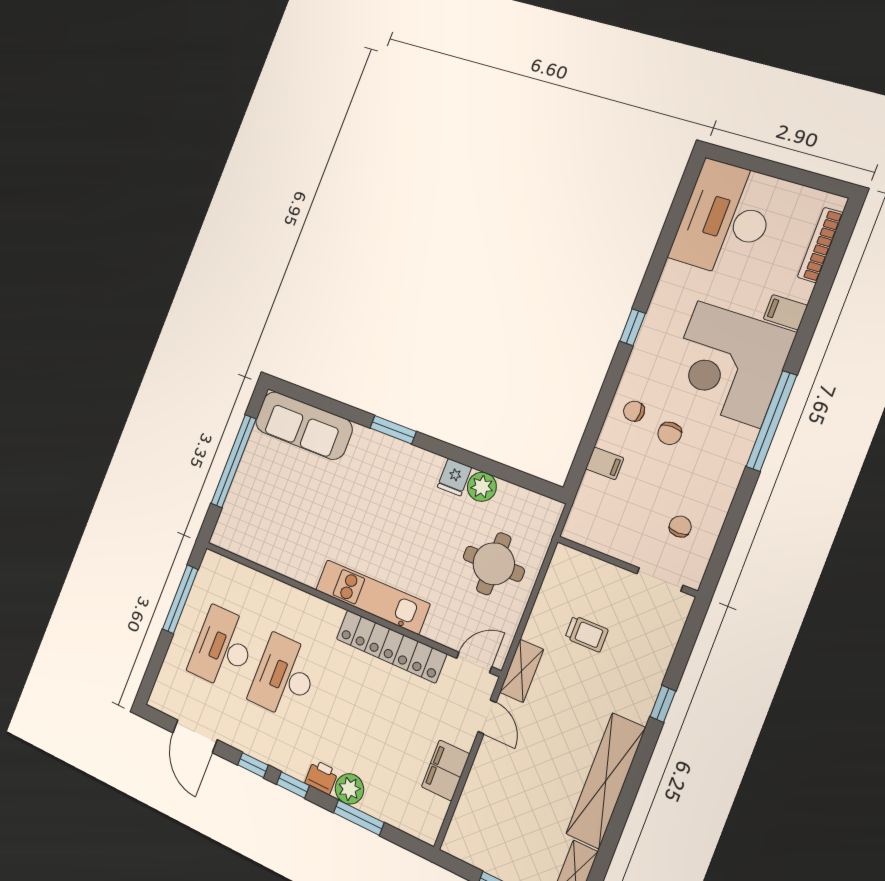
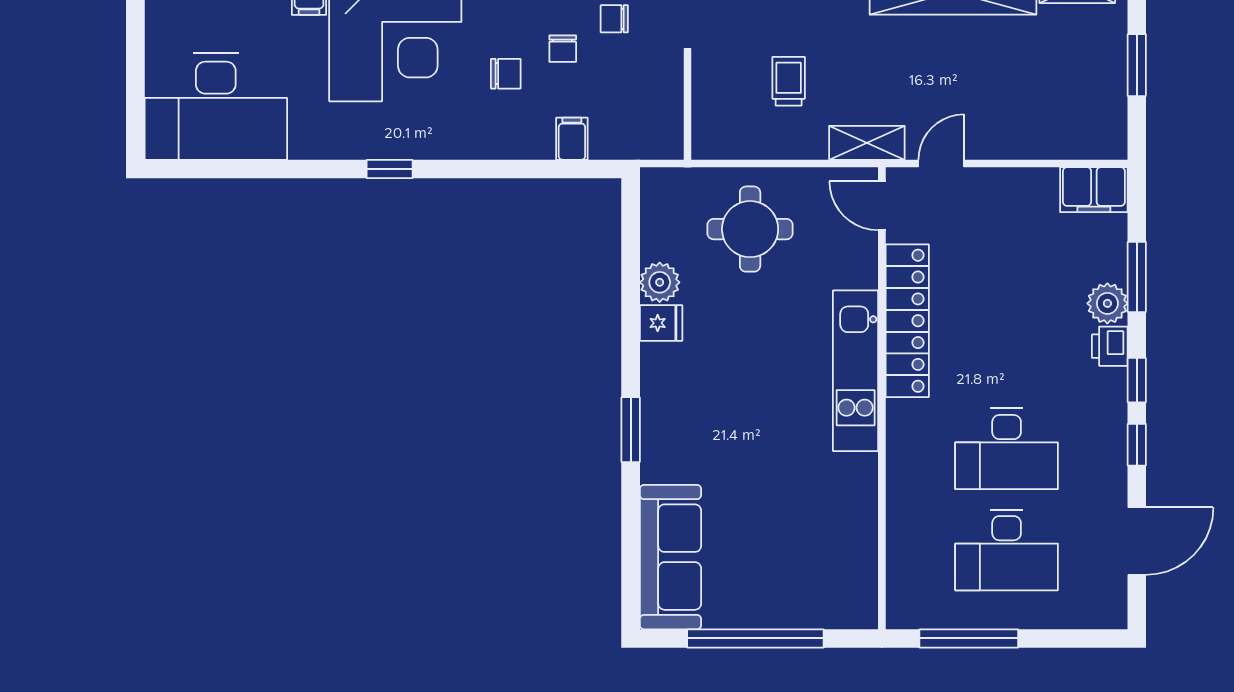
chair: (634, 411) -> (563, 49), moved
filing cabinet: (446, 770) -> (1094, 190), moved

